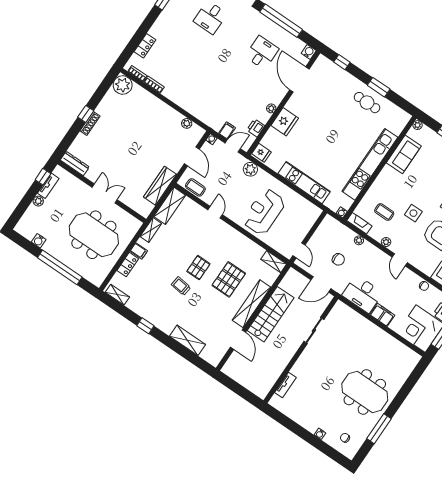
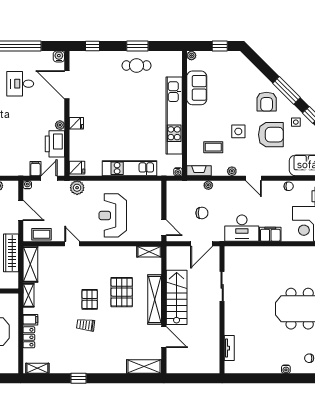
desk: (262, 53) -> (20, 84), turned -90
fridge: (285, 122) -> (76, 123), width x0.53, depth x0.75
printer: (256, 128) -> (55, 144), width x1.87, depth x1.48
shelving: (187, 340) -> (144, 367), moved

